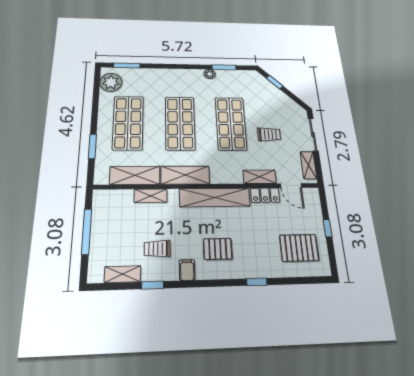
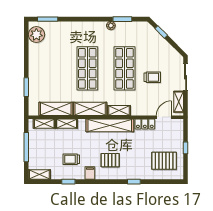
shop shelf: (128, 123) -> (50, 68), removed
shelving: (260, 177) -> (119, 110), moved
door: (291, 186) -> (164, 117), swing flipped
shelving: (117, 196) -> (44, 124), added
shelving: (123, 274) -> (39, 175), moved

